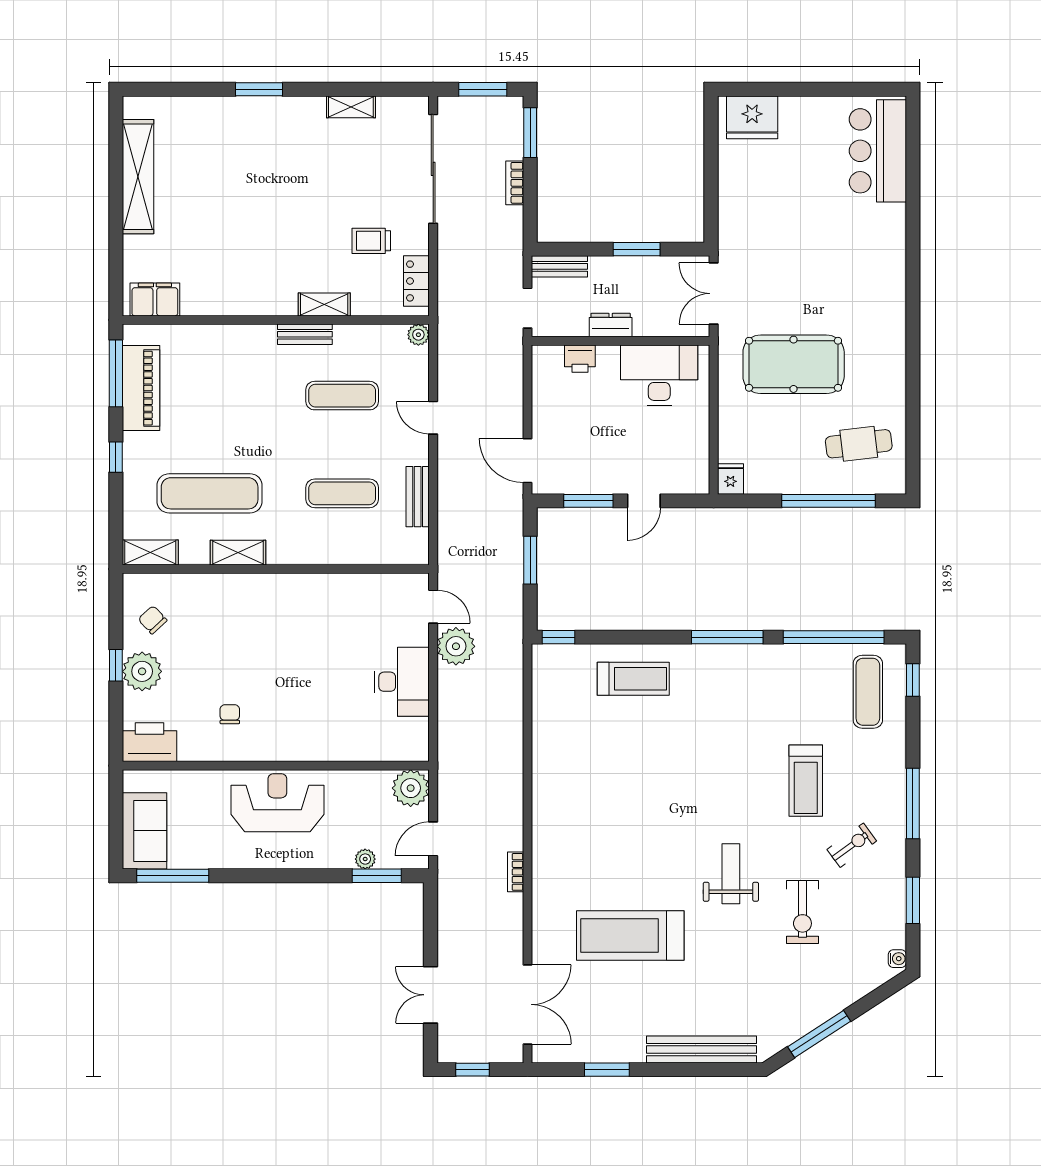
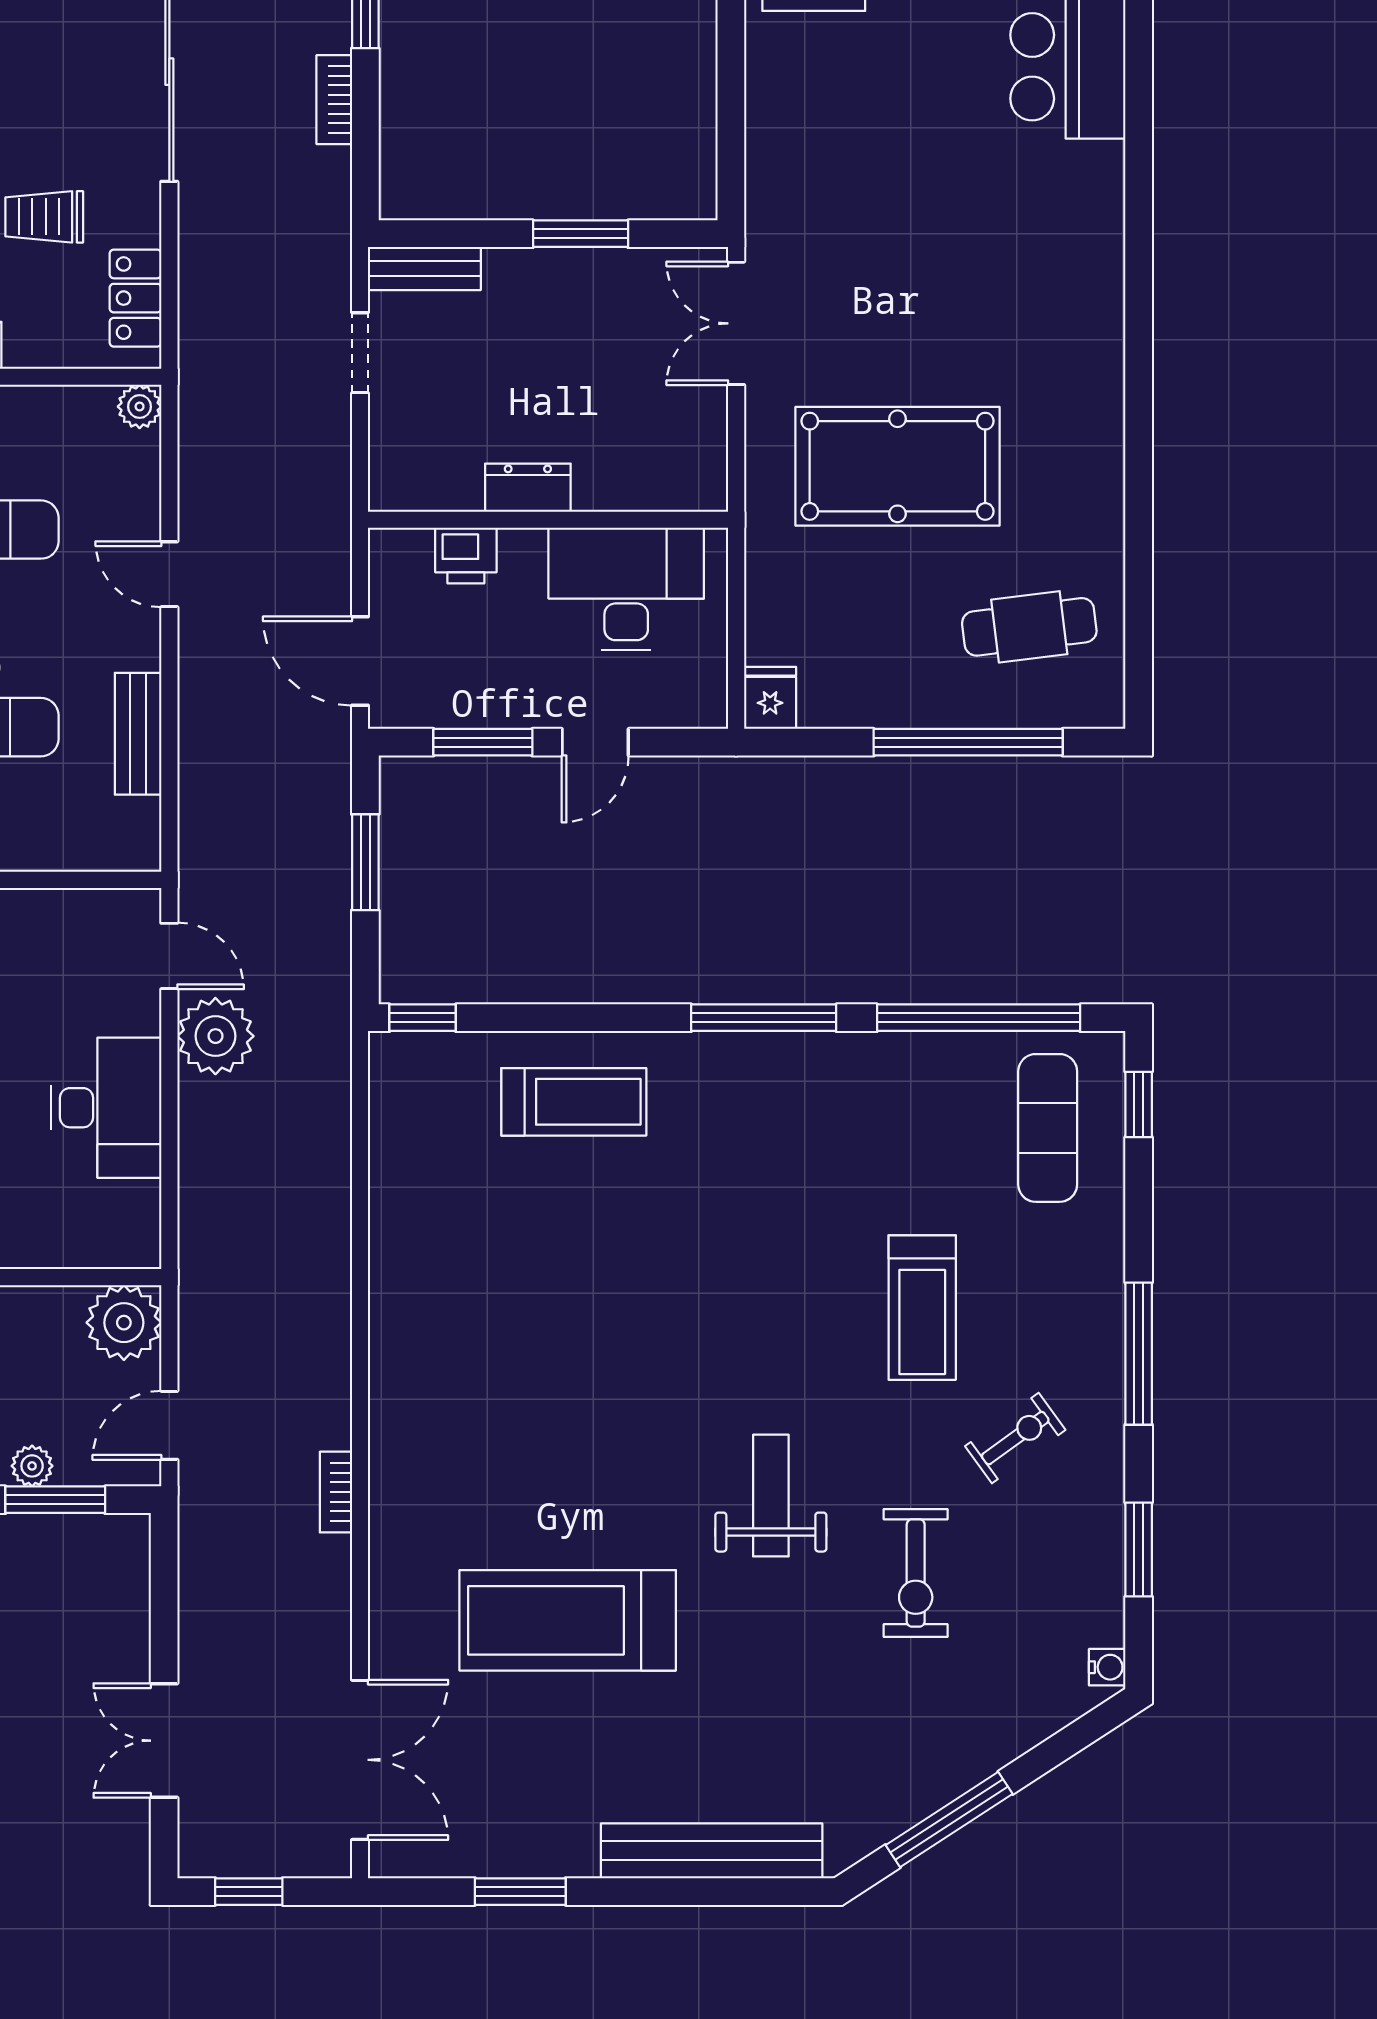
dresser: (611, 325) -> (528, 488), moved
wall: (621, 341) -> (548, 520), moved
printer: (580, 359) -> (466, 556), moved
desk: (659, 375) -> (626, 589), moved

